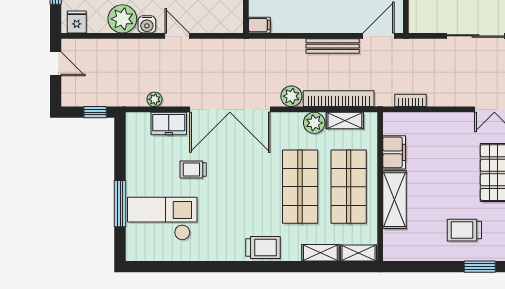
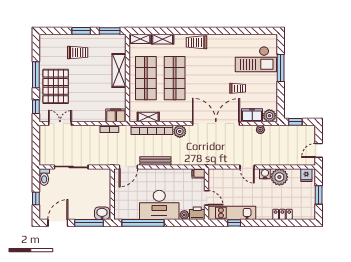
door: (56, 64) -> (319, 150), hinge flipped
plant: (314, 123) -> (269, 116), moved
filing cabinet: (394, 152) -> (116, 115), moved, turned 90
window: (410, 267) -> (110, 31), added
window: (480, 267) -> (81, 31), moved

